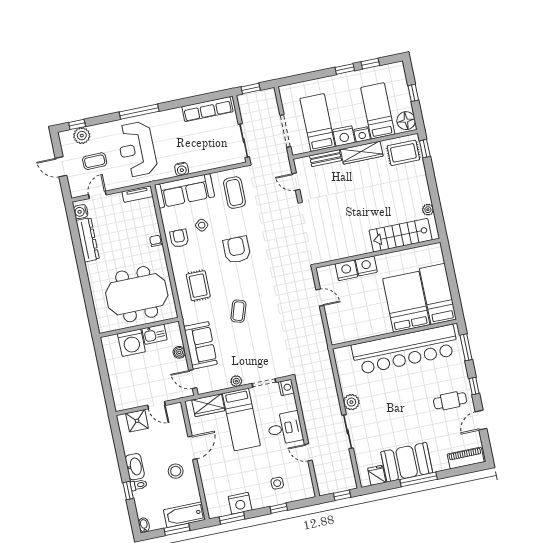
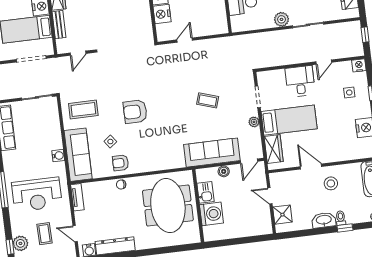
rug: (198, 286) -> (165, 149), removed
coffee table: (238, 311) -> (208, 100), moved
sofa: (200, 345) -> (212, 153), width x1.36
nightstand: (286, 387) -> (359, 65), moved
door: (156, 405) -> (270, 196), swing flipped

